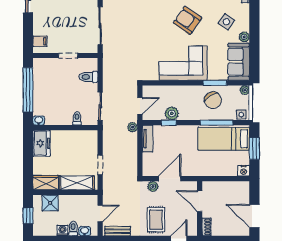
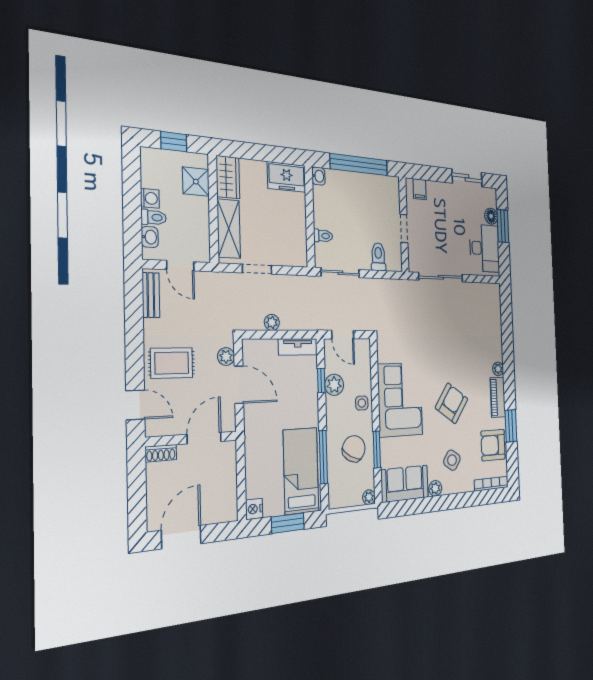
chair: (213, 100) -> (354, 449), turned 153
side table: (241, 115) -> (362, 403), moved
plant: (133, 127) -> (272, 322), moved

